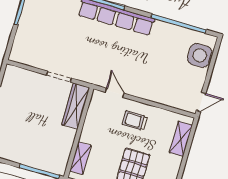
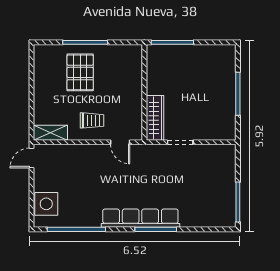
shelving: (181, 139) -> (50, 133), moved, turned 90
shelving: (80, 158) -> (135, 67), removed

